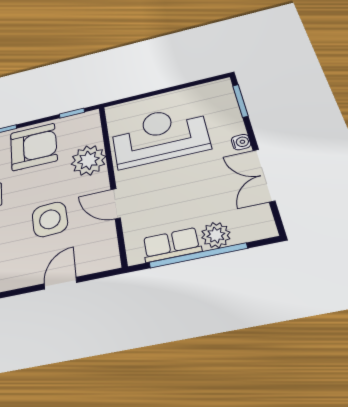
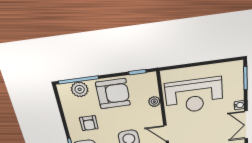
reception desk: (160, 136) -> (194, 96), turned 180
plant: (88, 160) -> (154, 102), width x0.53, depth x0.53

